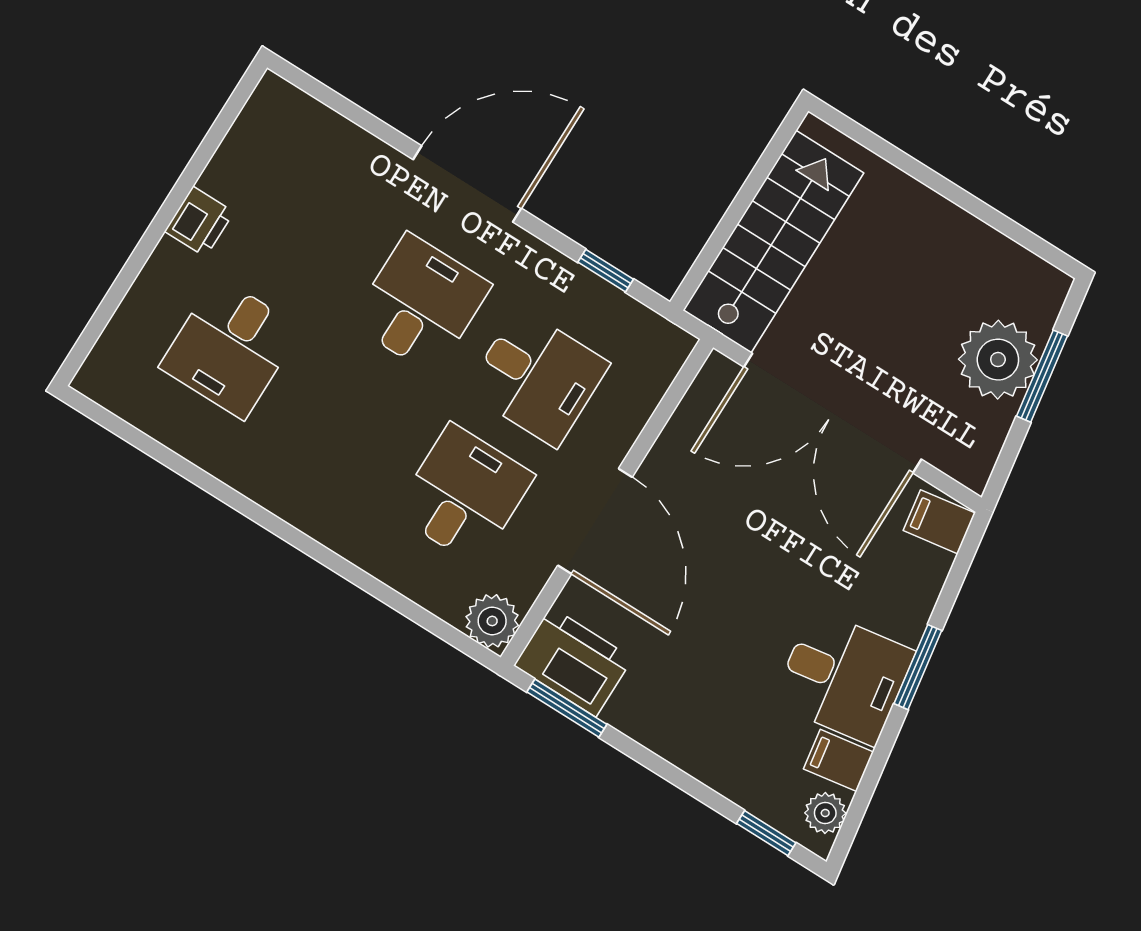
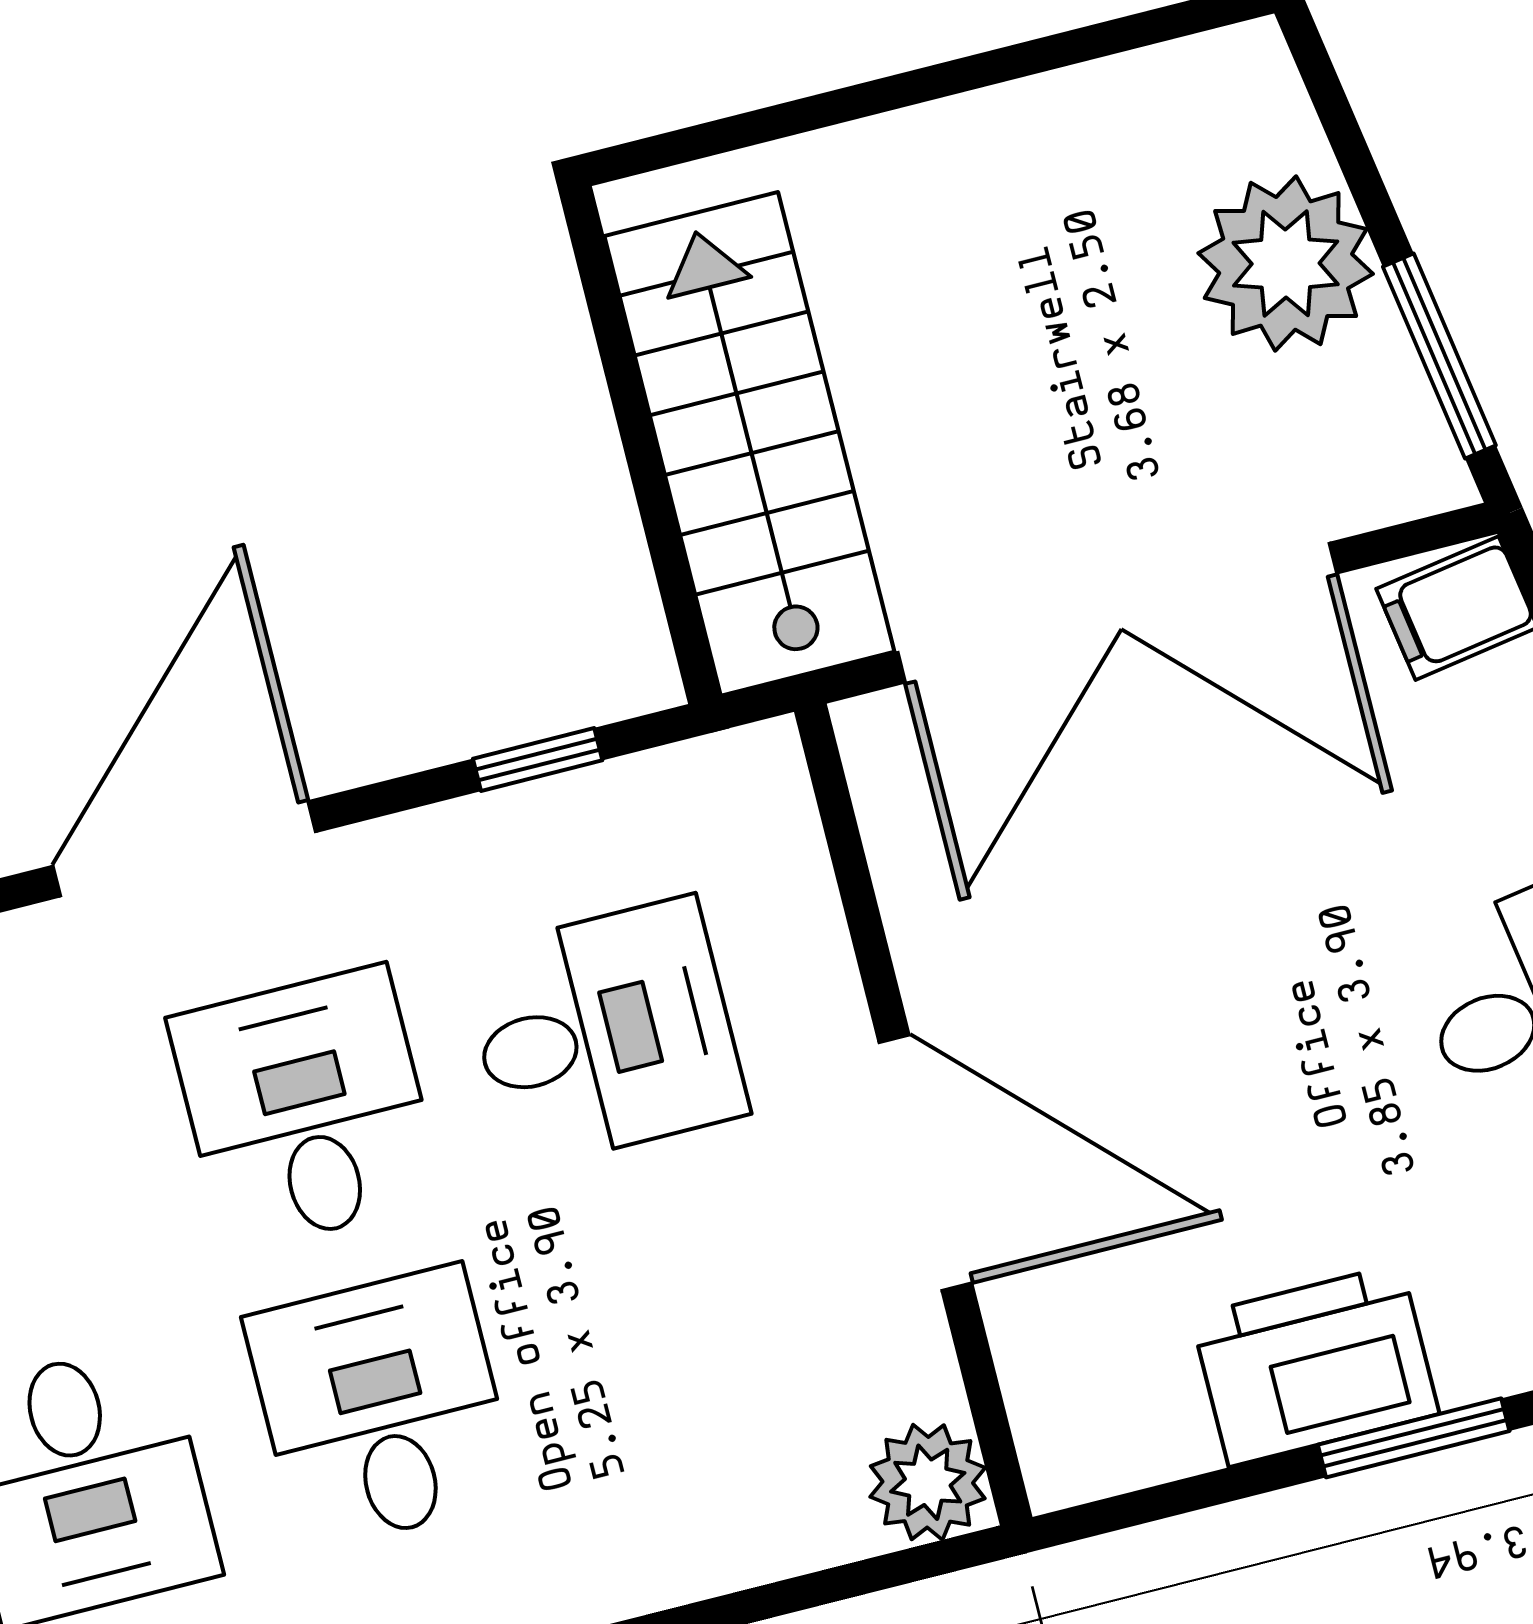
window: (1042, 376) -> (1439, 356), moved
desk: (464, 494) -> (382, 1408), moved
printer: (573, 662) -> (1315, 1365), moved
window: (567, 708) -> (1414, 1438), moved

